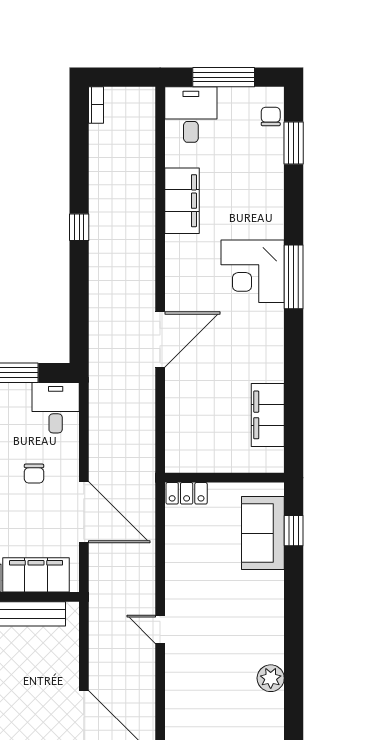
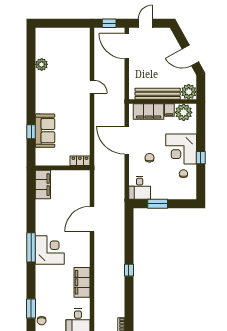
wall: (225, 478) -> (63, 168), moved
locker: (187, 493) -> (80, 161), moved

